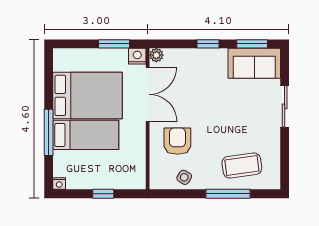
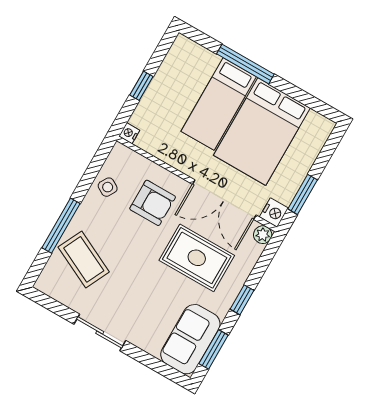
rug: (197, 90) -> (197, 258), added
sliding door: (285, 106) -> (100, 332), moved
coffee table: (242, 165) -> (84, 259), turned -56
nightstand: (59, 184) -> (129, 133), moved

